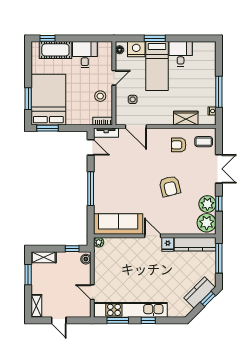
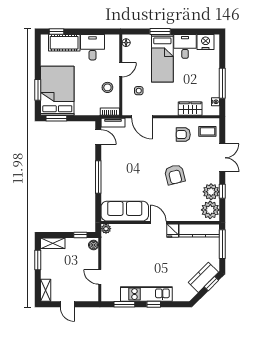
nightstand: (136, 49) -> (206, 42), moved
kitchen unit: (131, 310) -> (146, 294), width x0.73

